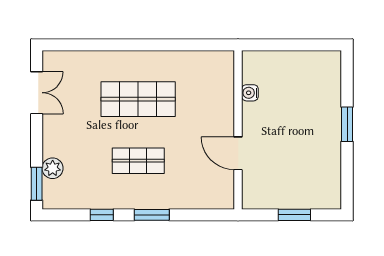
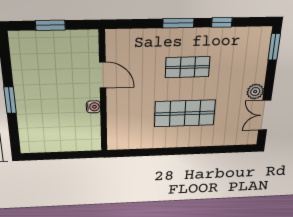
water cooler: (250, 93) -> (93, 107), moved
plant: (53, 168) -> (255, 92), moved

